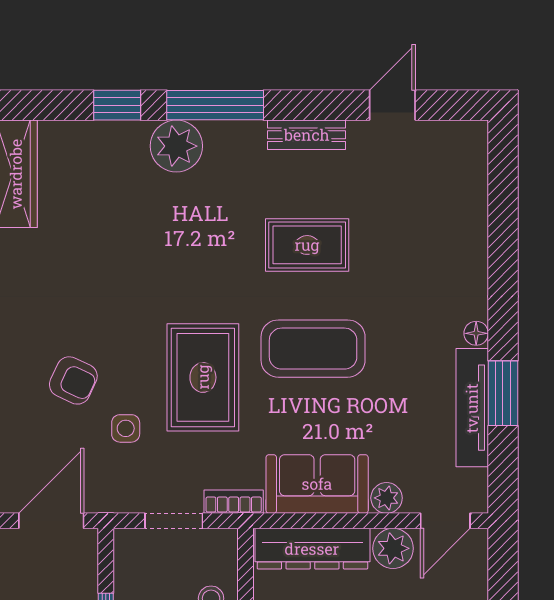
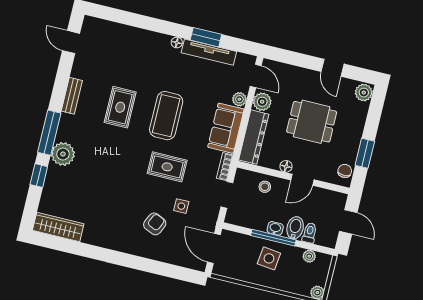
door: (392, 105) -> (71, 42), moved
rug: (203, 377) -> (167, 167), width x0.73, depth x0.70

